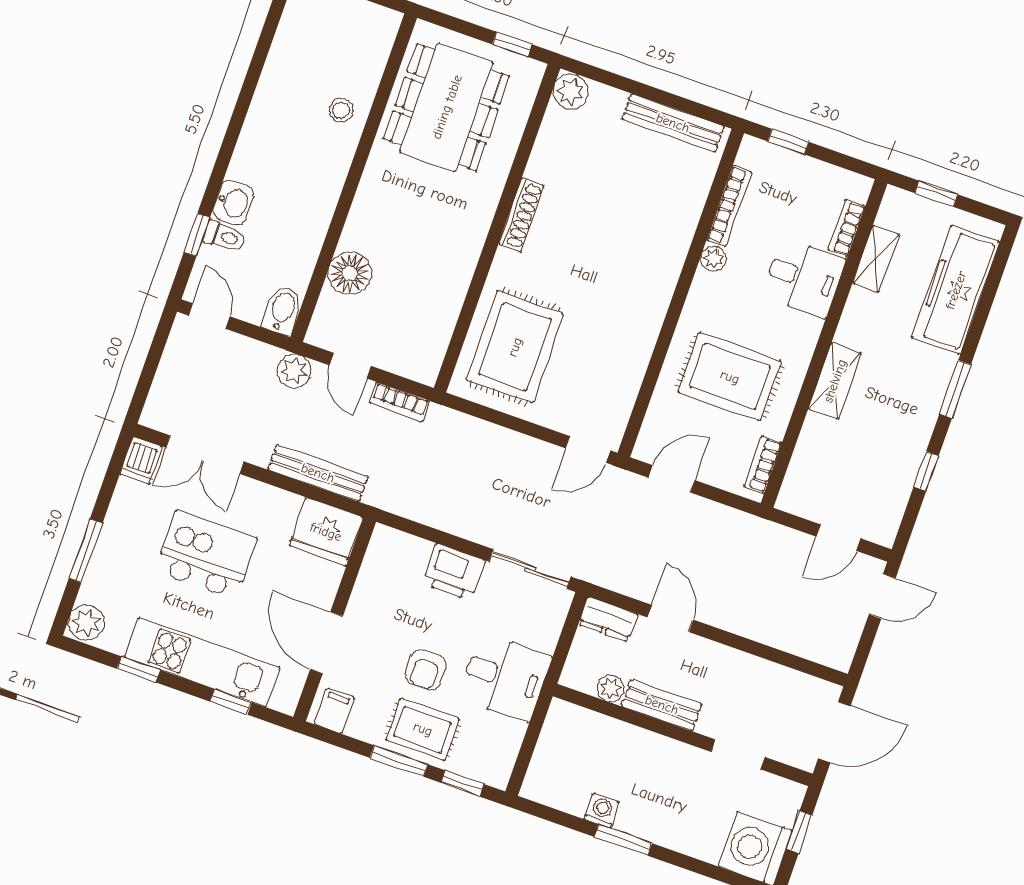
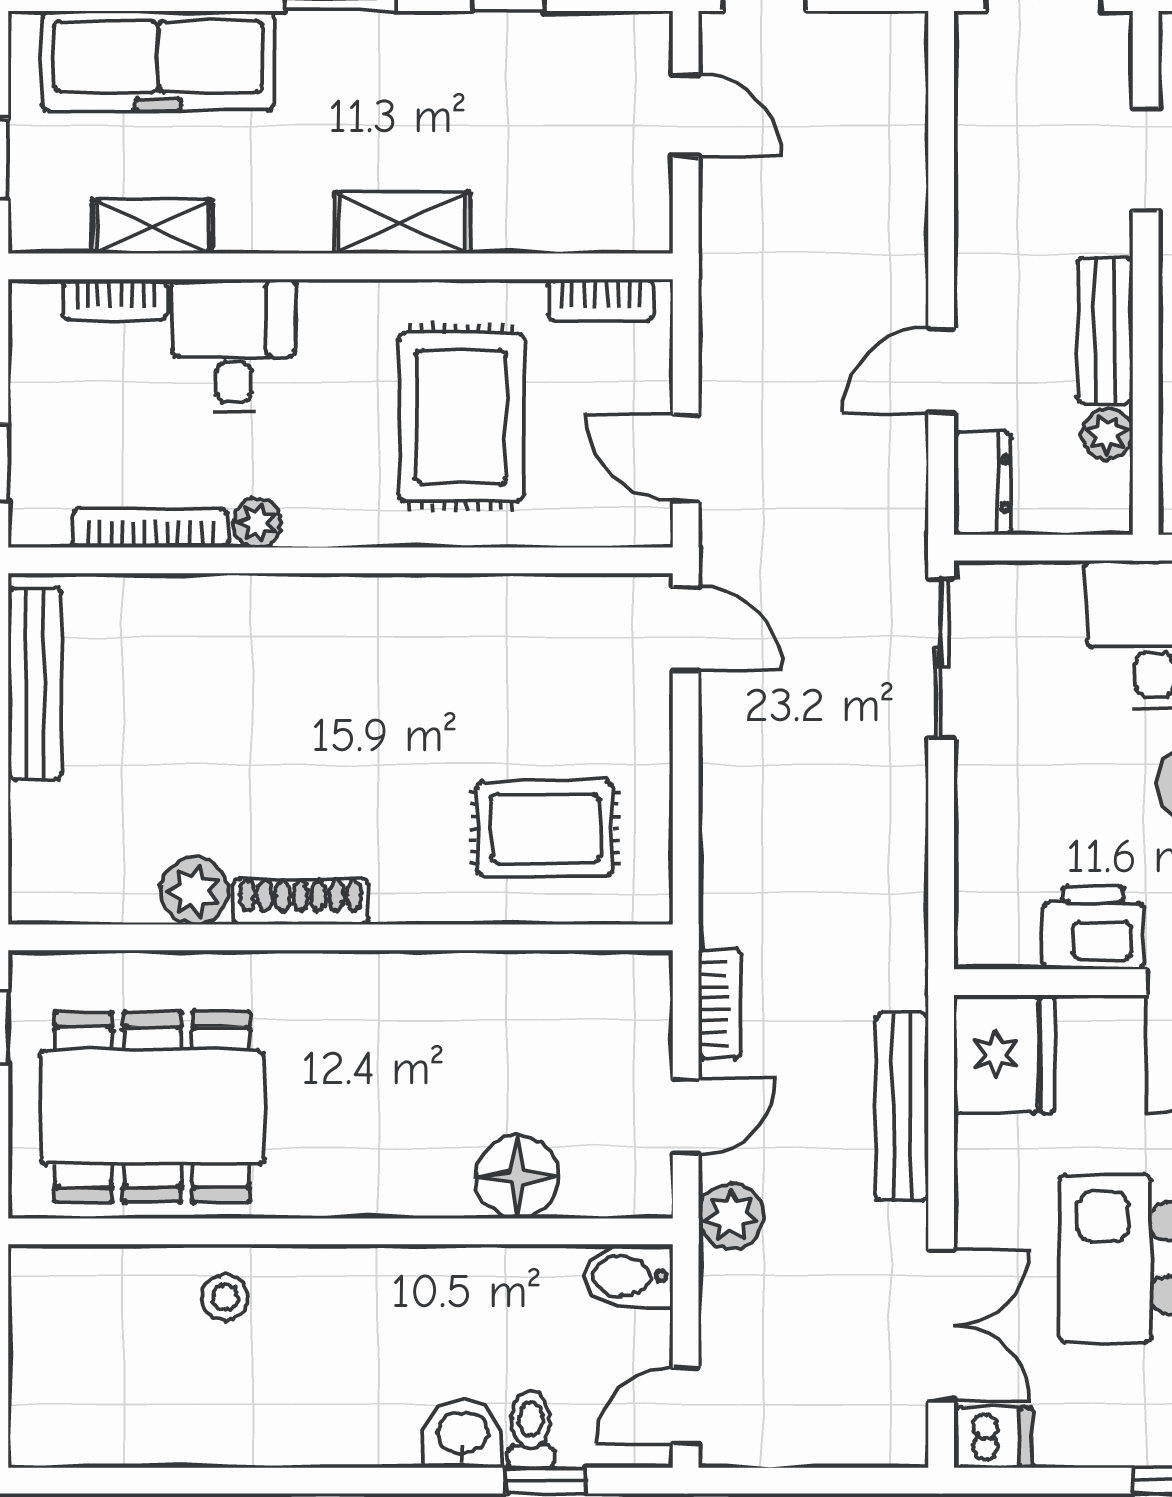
plant: (571, 92) -> (194, 891), moved
rug: (515, 347) -> (545, 829), width x0.73, depth x0.70
printer: (454, 572) -> (1093, 928), moved, turned -90

